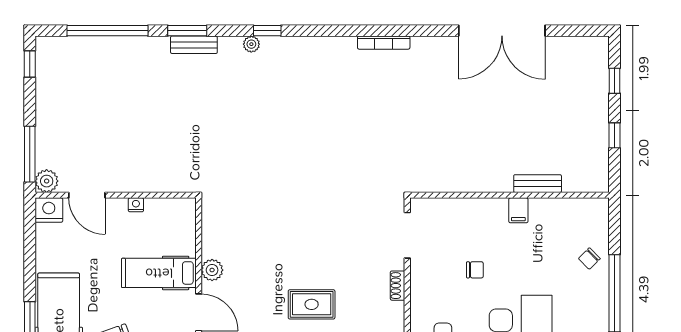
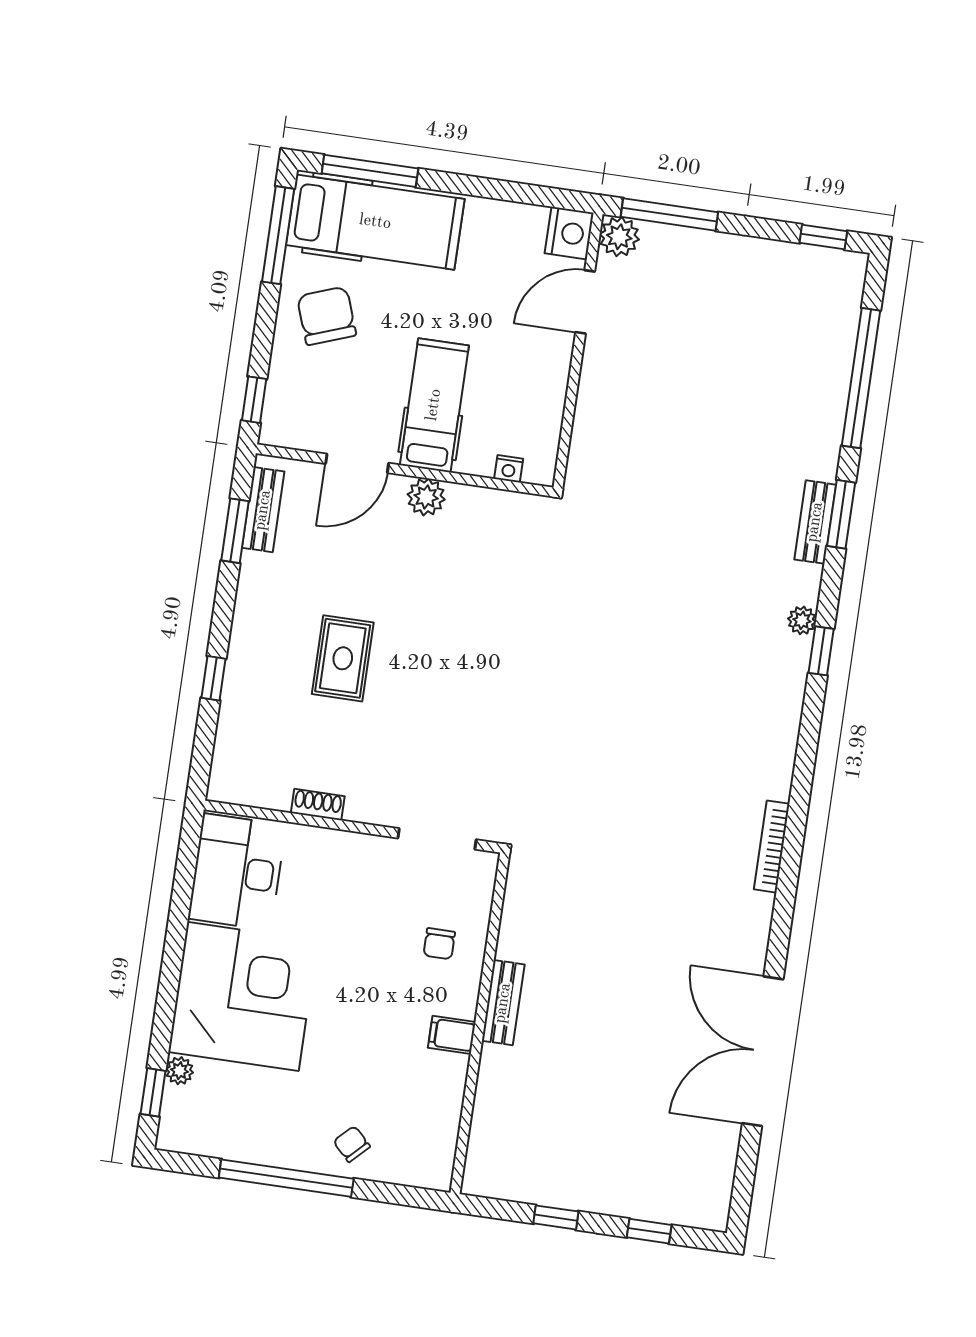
bench: (538, 184) -> (503, 1003), moved
nightstand: (136, 205) -> (509, 469), moved, turned 90
chair: (475, 270) -> (439, 944), moved
shoe rack: (398, 286) -> (318, 805), moved

